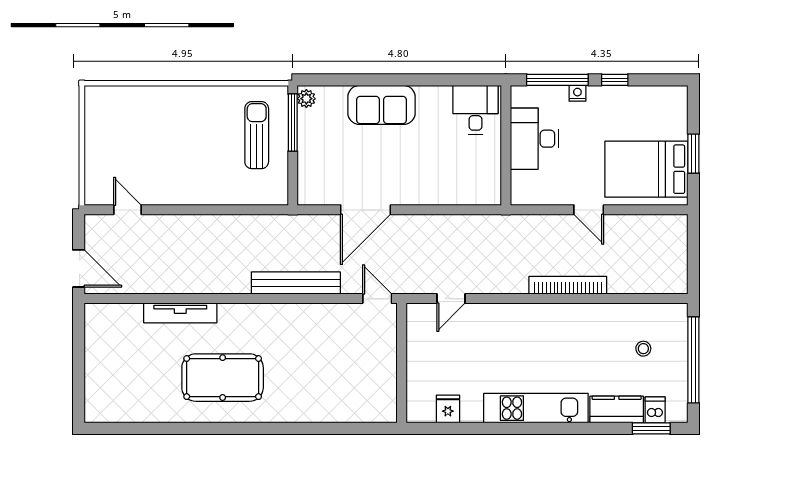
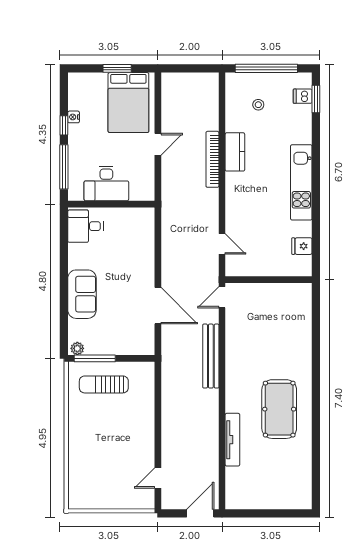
nightstand: (577, 93) -> (74, 117), moved
kitchen counter: (617, 409) -> (235, 152), moved, turned 180

